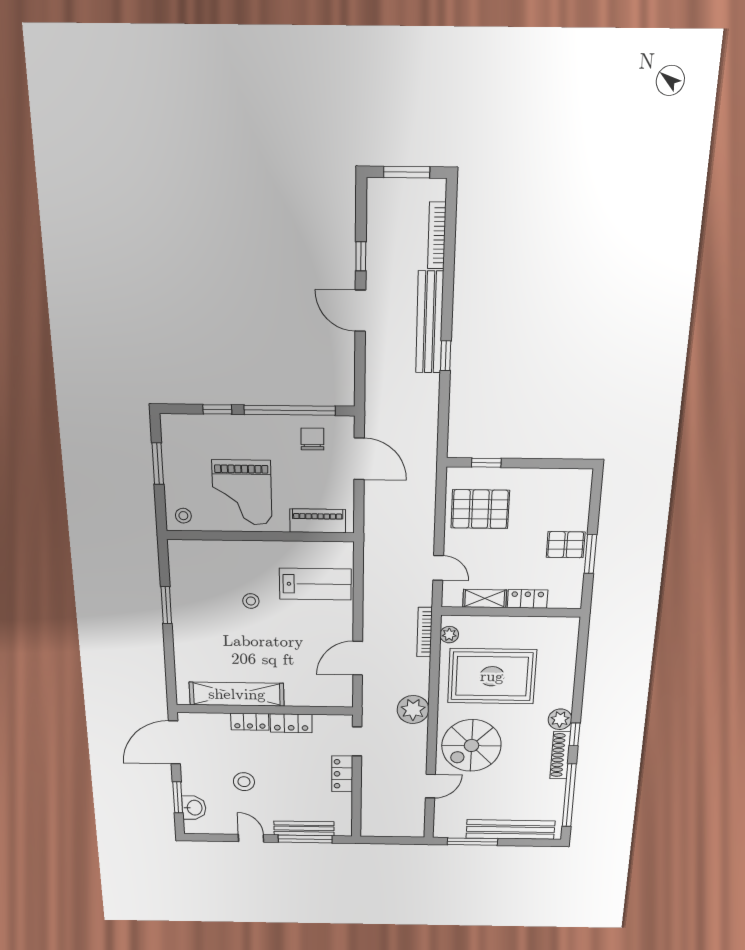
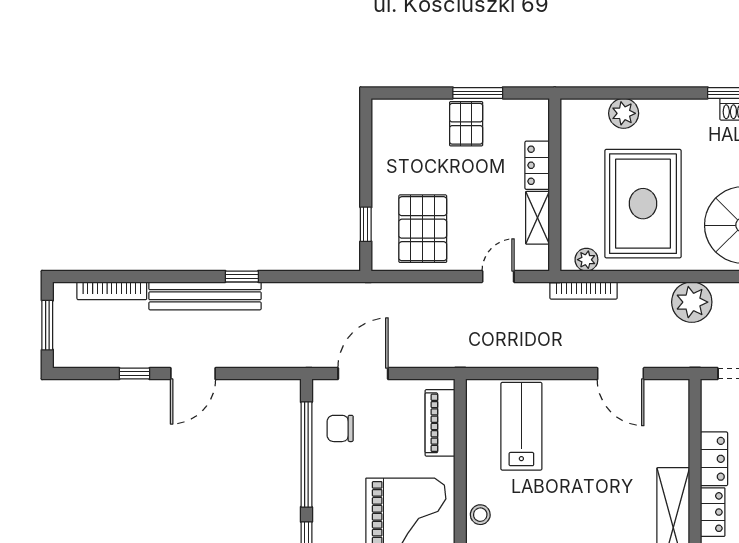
stool: (251, 601) -> (480, 515), moved
plant: (560, 719) -> (624, 113), moved

